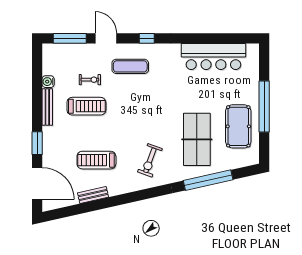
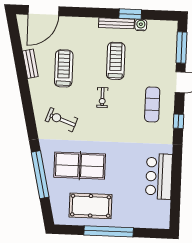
bar counter: (213, 56) -> (159, 176), width x0.73
exercise bike: (90, 80) -> (102, 98), moved
treadmill: (86, 106) -> (116, 61), turned 180
window: (37, 143) -> (130, 14), moved

